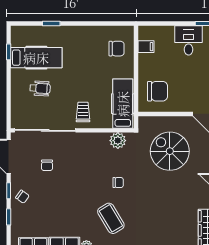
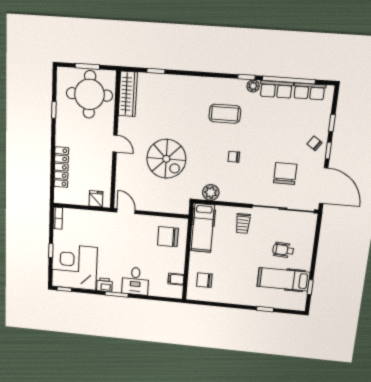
spiral stairs: (170, 151) -> (166, 159), moved
chair: (47, 165) -> (285, 174), width x1.87, depth x1.87
chair: (118, 183) -> (234, 157), moved
coffee table: (111, 218) -> (225, 114), turned -59

